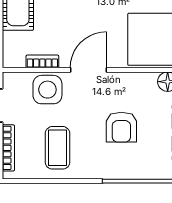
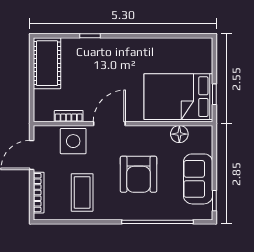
armchair: (121, 127) -> (139, 174), width x1.36, depth x1.36

